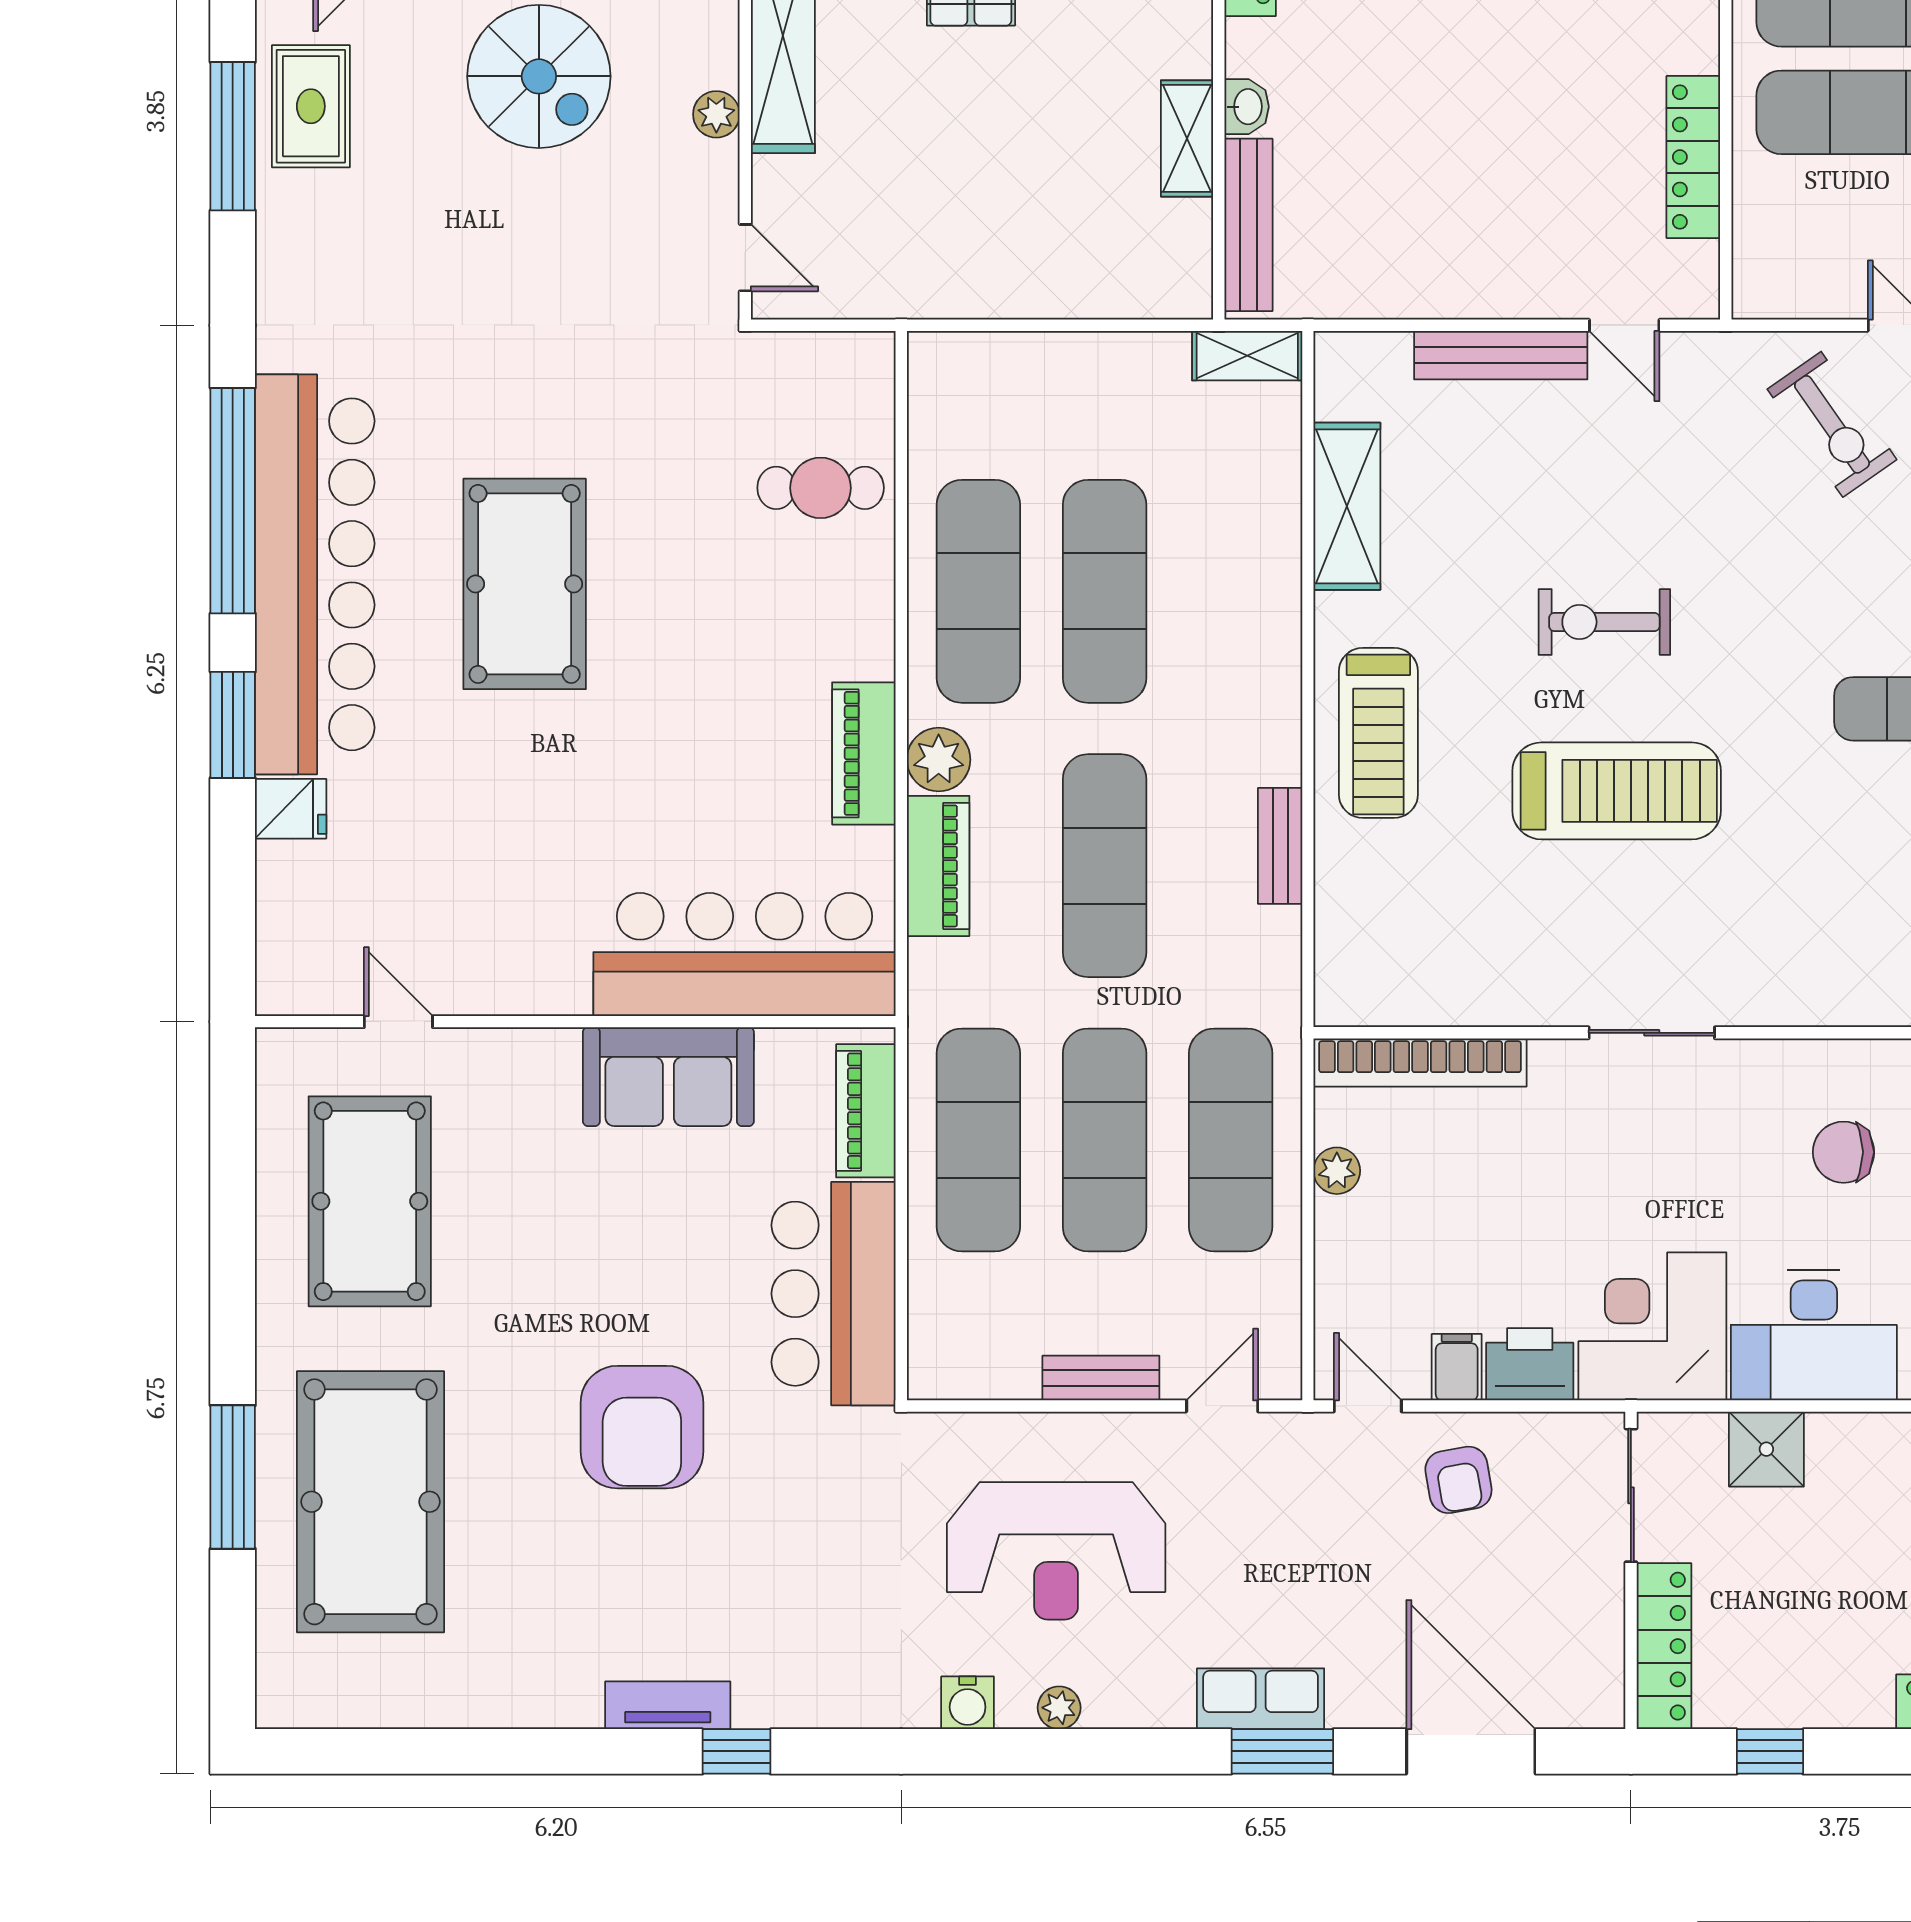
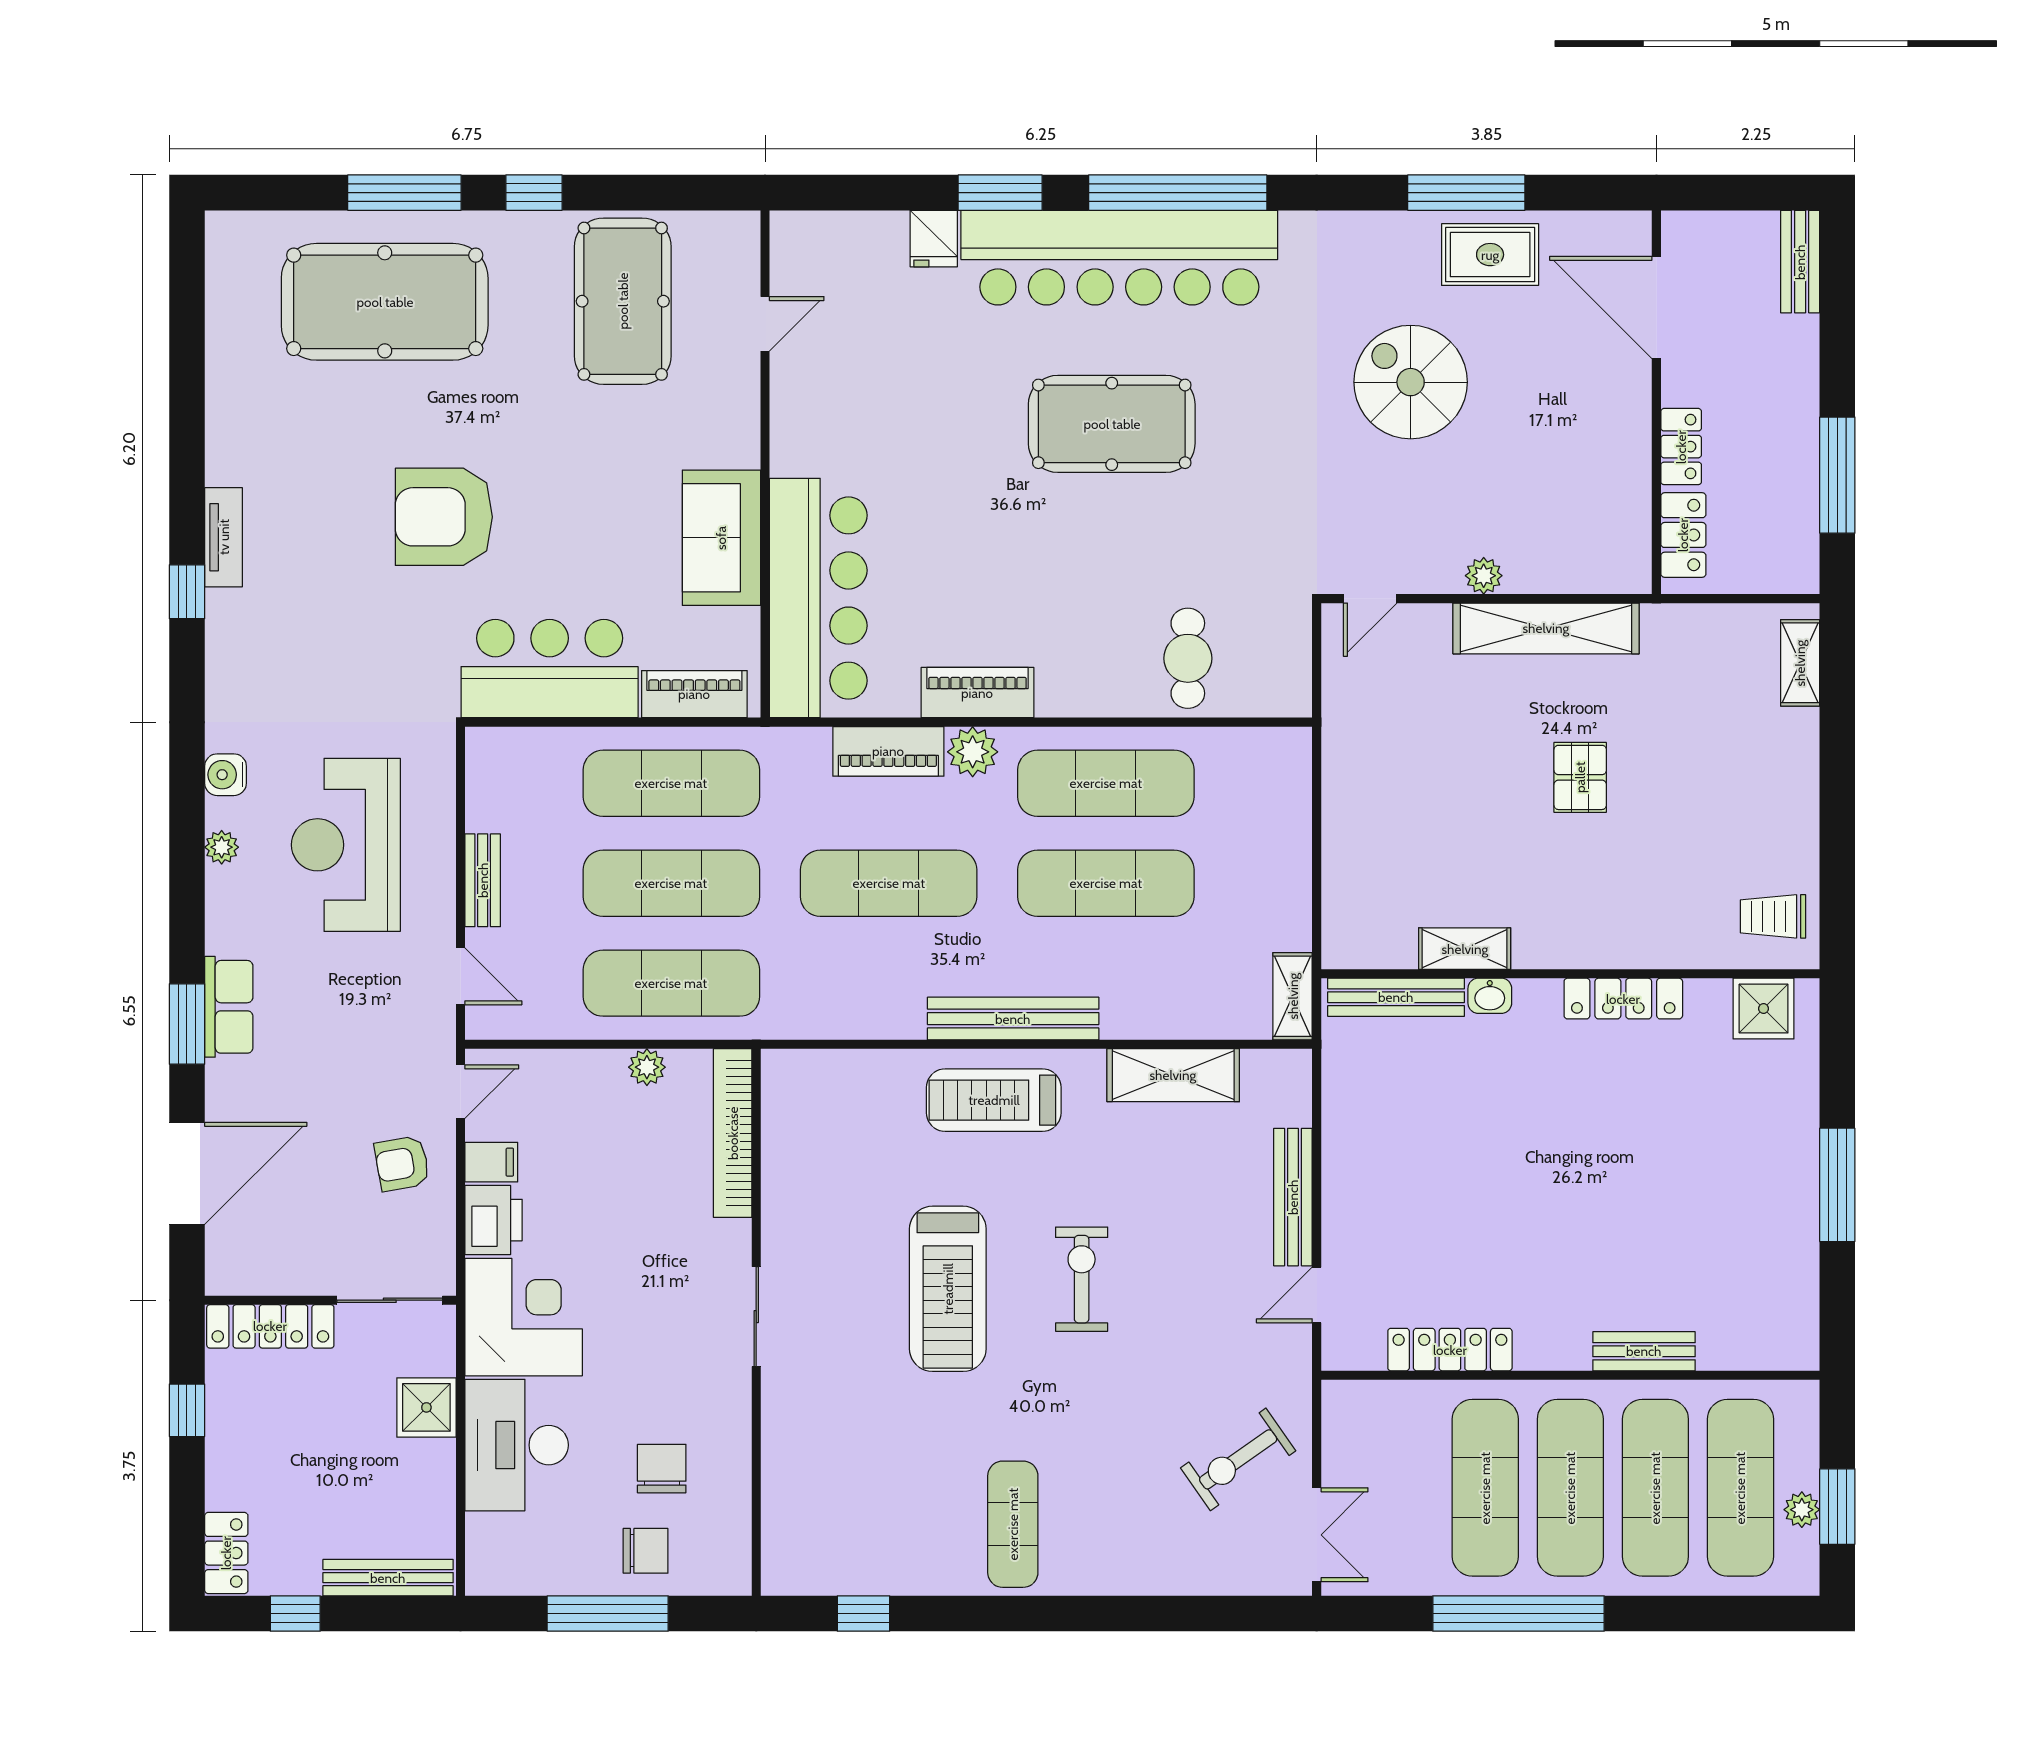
spiral stairs: (539, 76) -> (1411, 382), moved, turned 90
bench: (1280, 846) -> (1013, 1019), moved, width x1.86, depth x1.21
pool table: (370, 1201) -> (623, 301), turned 90
window: (233, 1313) -> (534, 193), added

